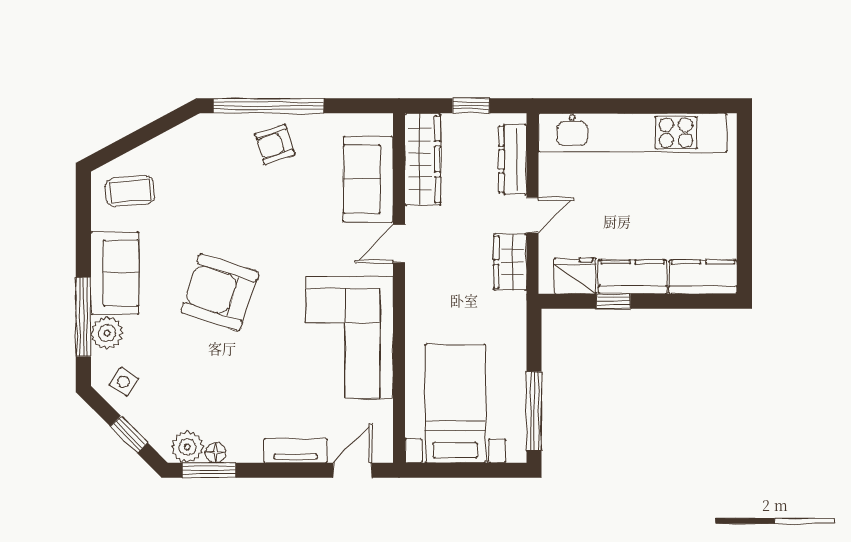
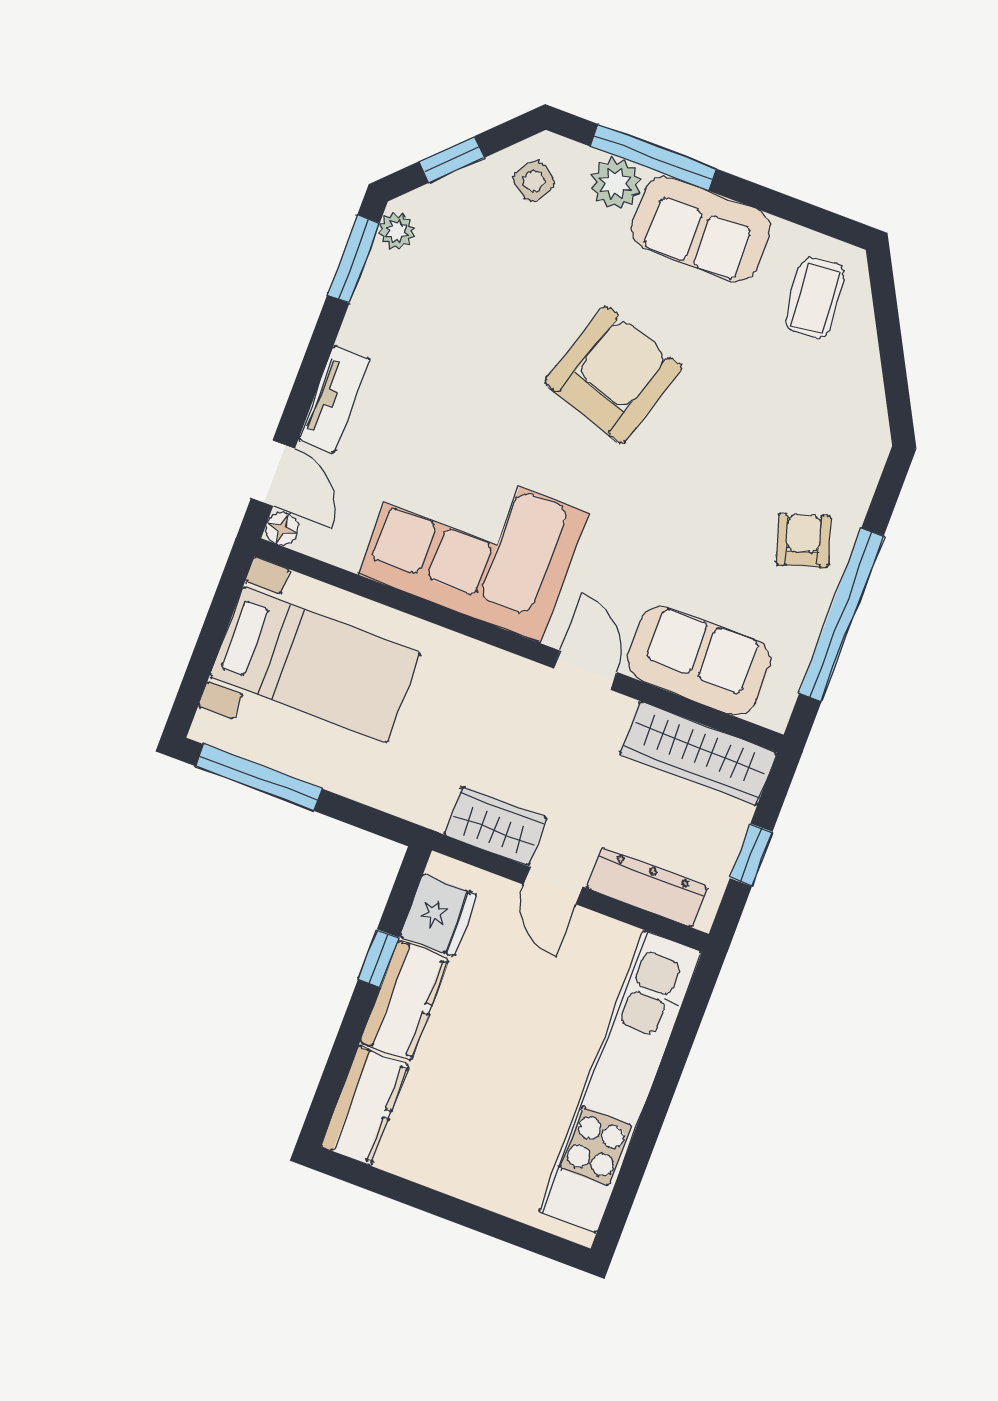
window: (268, 106) -> (842, 614), moved
plant: (187, 447) -> (396, 231), width x0.73, depth x0.73
floor lamp: (216, 453) -> (282, 529), moved

